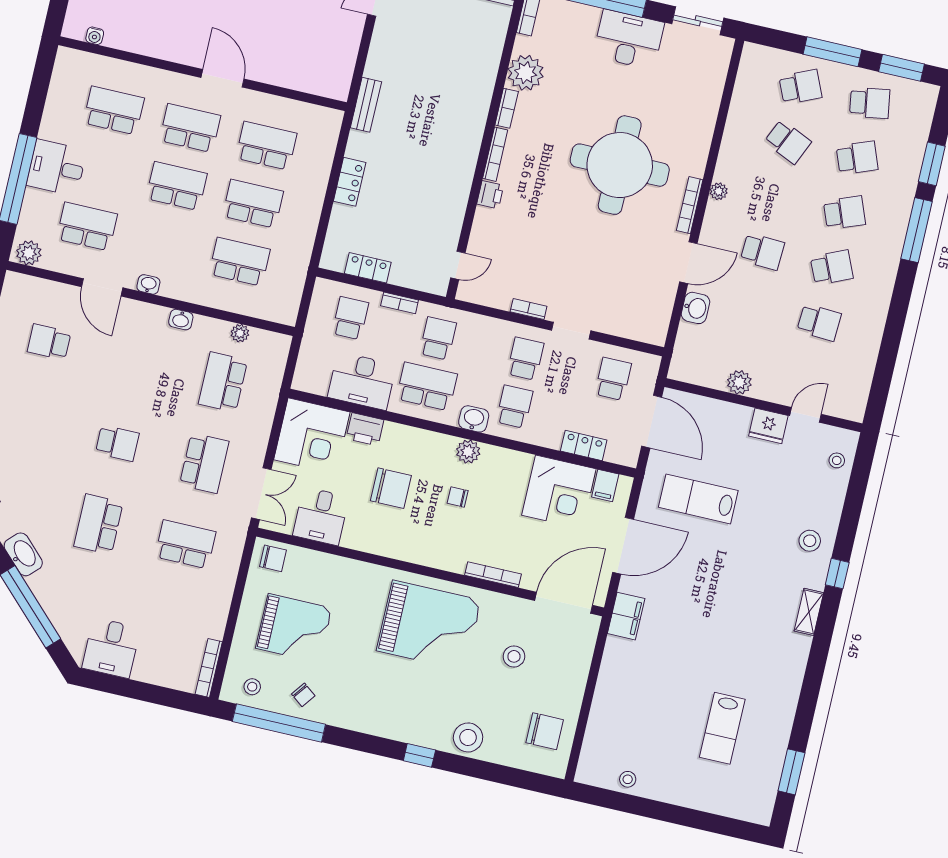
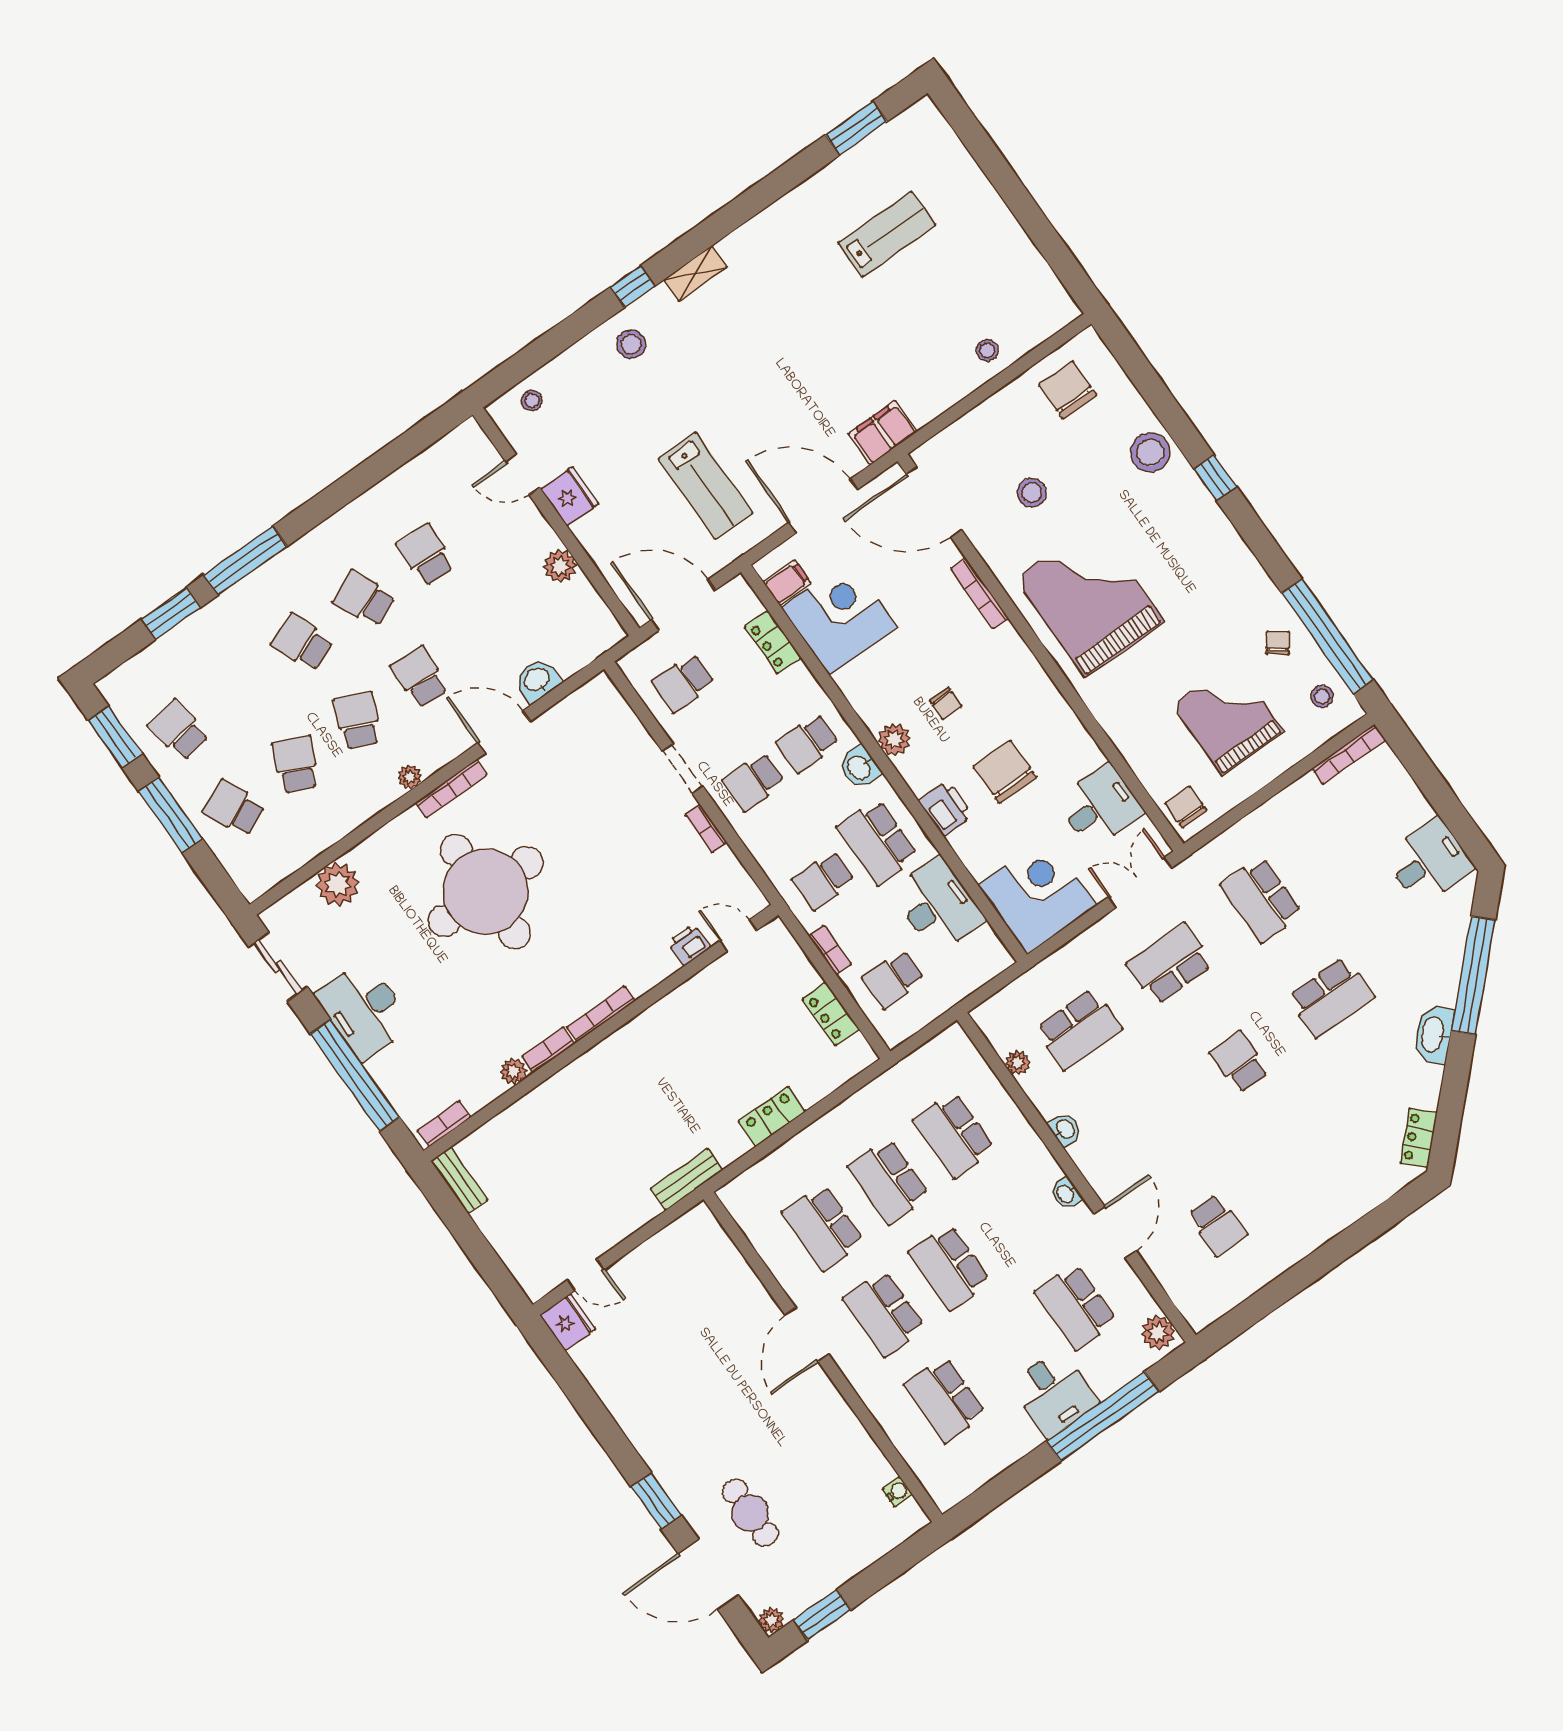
plant: (526, 73) -> (513, 1071), width x0.53, depth x0.53
plant: (706, 96) -> (337, 884), added
school desk: (857, 158) -> (358, 721), moved, turned 45
printer: (490, 195) -> (689, 945), moved
door: (652, 422) -> (683, 605), hinge flipped
printer: (365, 429) -> (945, 808), moved
stool: (628, 779) -> (987, 350), moved

